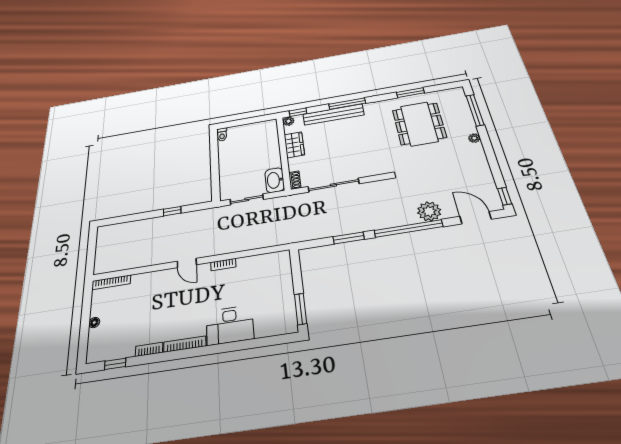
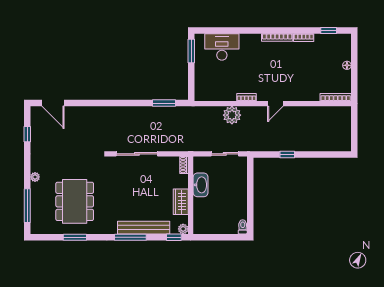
washbasin: (275, 180) -> (201, 185), moved
sliding door: (333, 185) -> (137, 154), moved
window: (505, 196) -> (27, 134), moved
plant: (429, 211) -> (232, 115), moved
window: (408, 229) -> (103, 103), removed
window: (349, 238) -> (164, 103), moved
door: (187, 263) -> (275, 104), swing flipped
desk: (230, 325) -> (222, 47), moved

